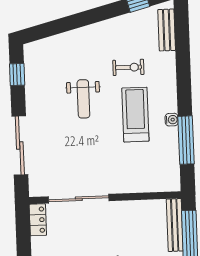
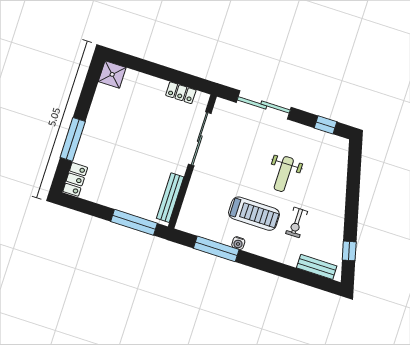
weight bench: (83, 99) -> (284, 174), turned -90
locker: (38, 220) -> (181, 93), moved
bench: (175, 225) -> (170, 198), moved, turned 90

